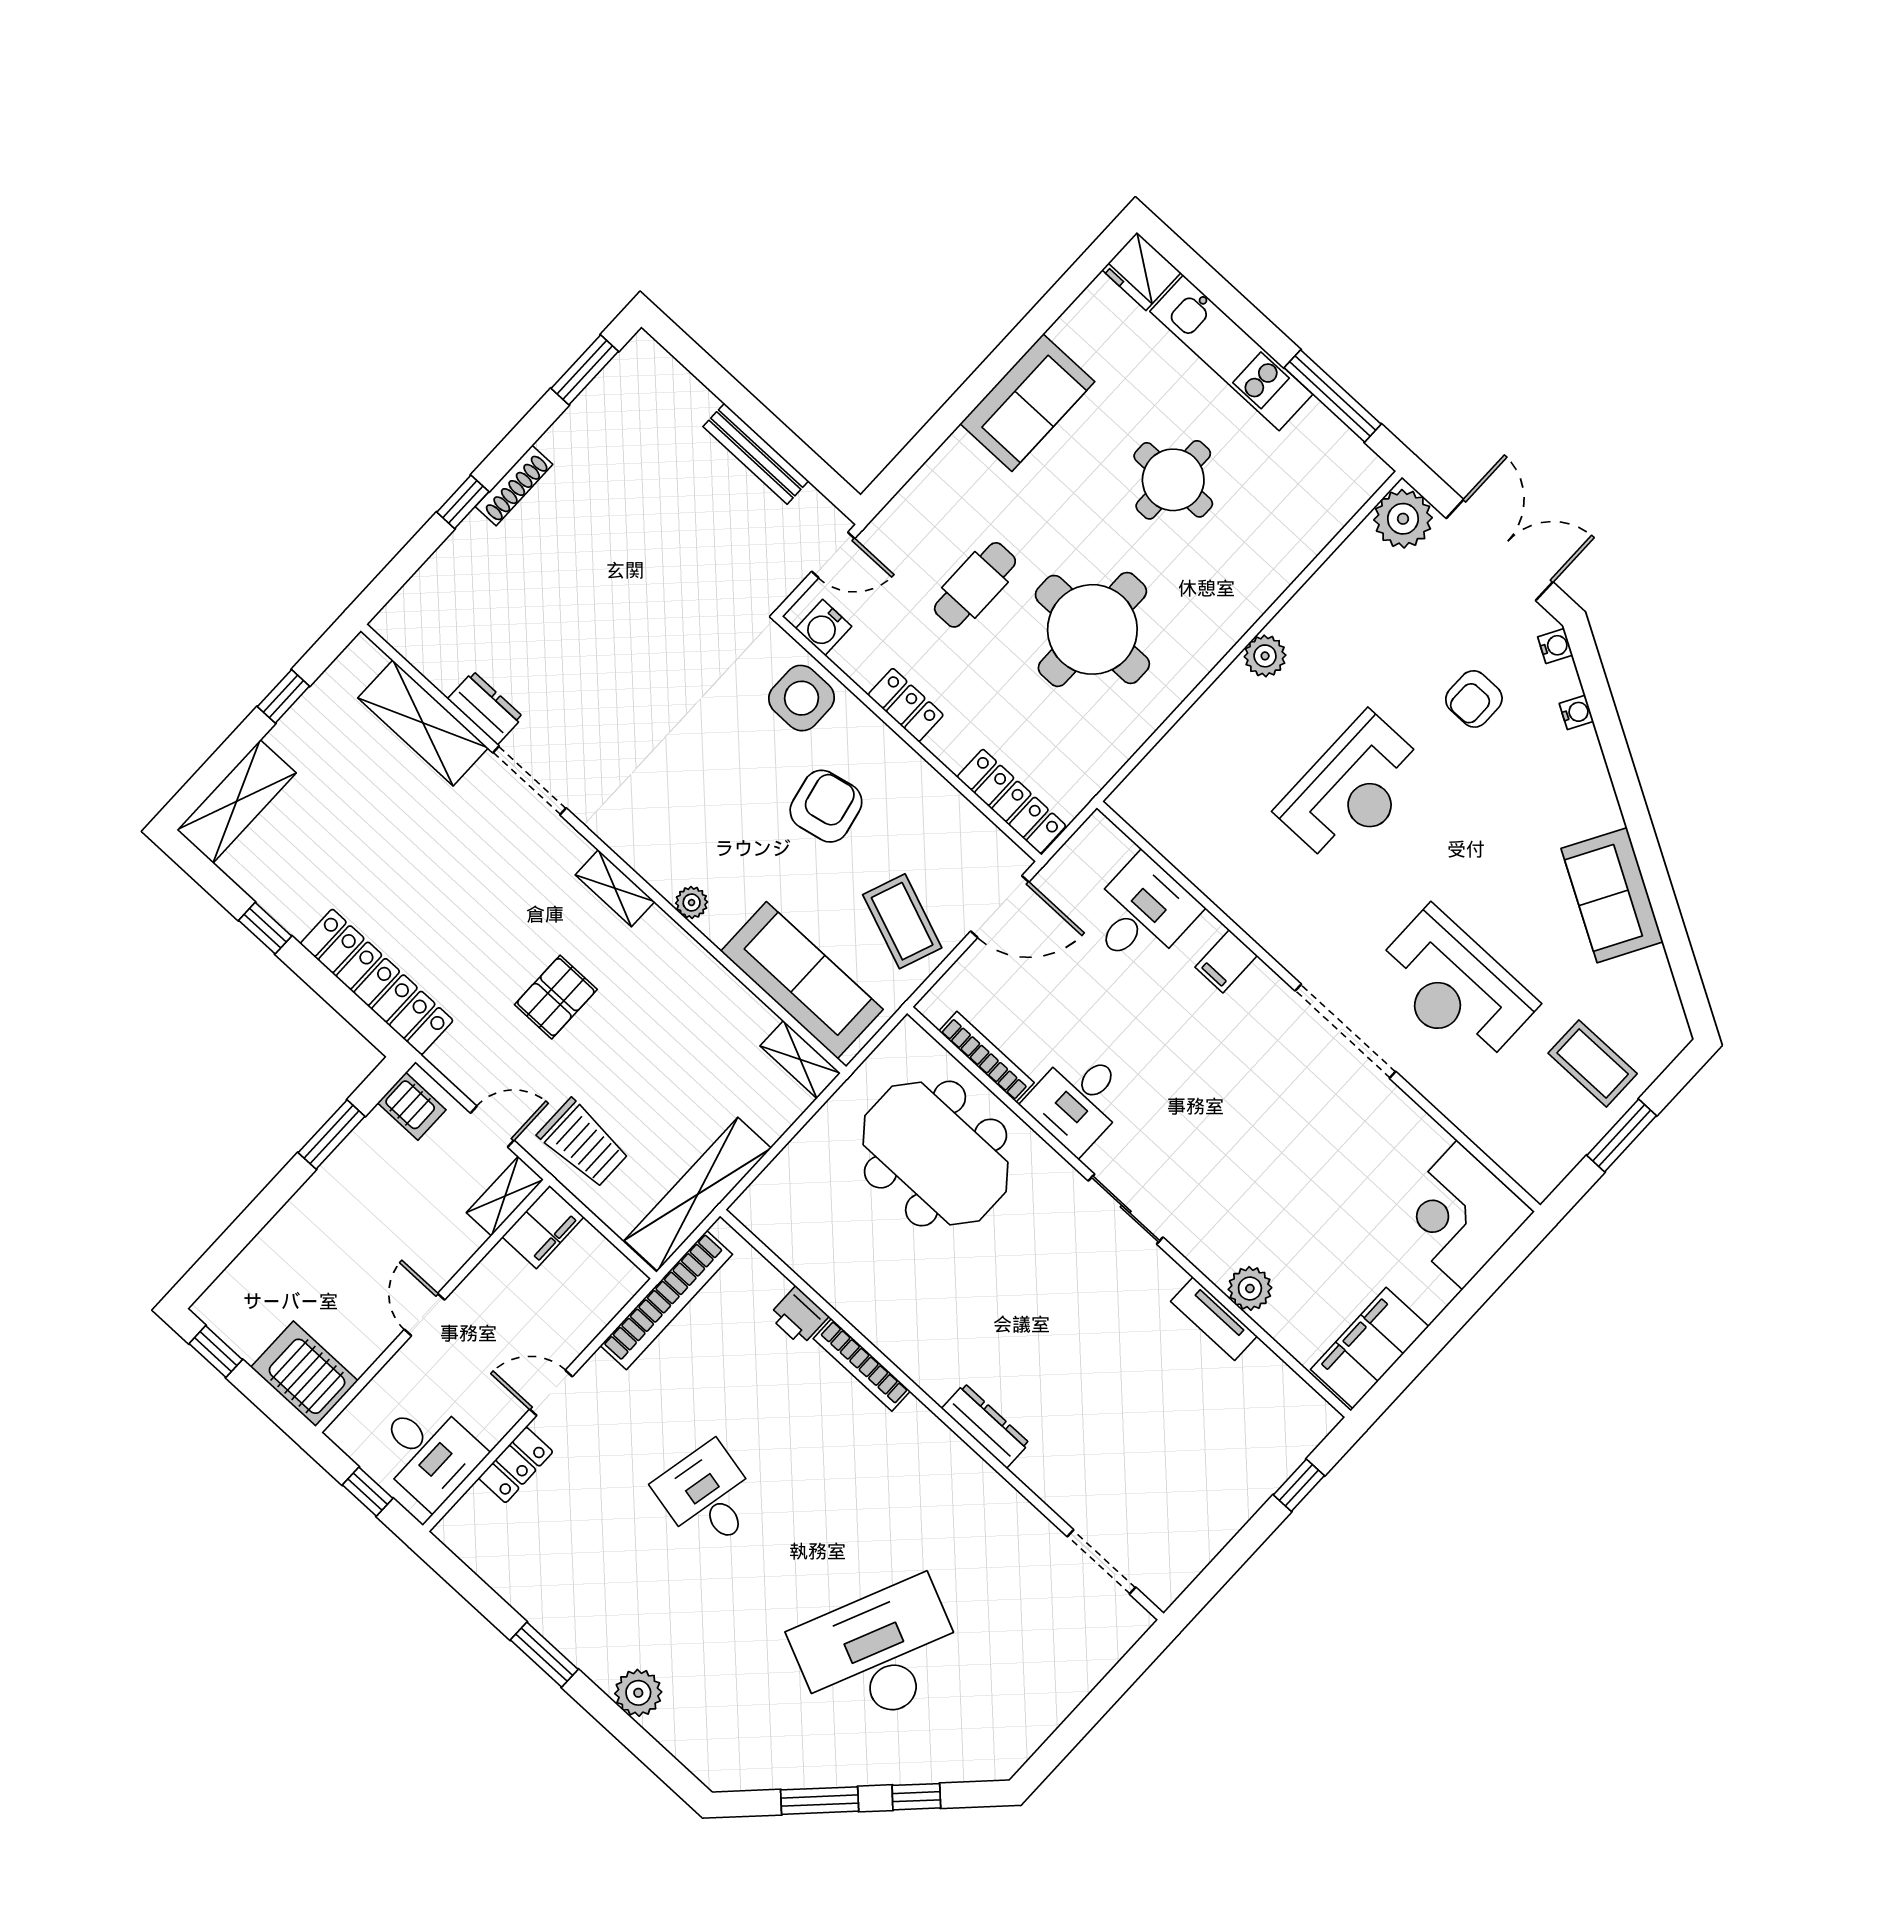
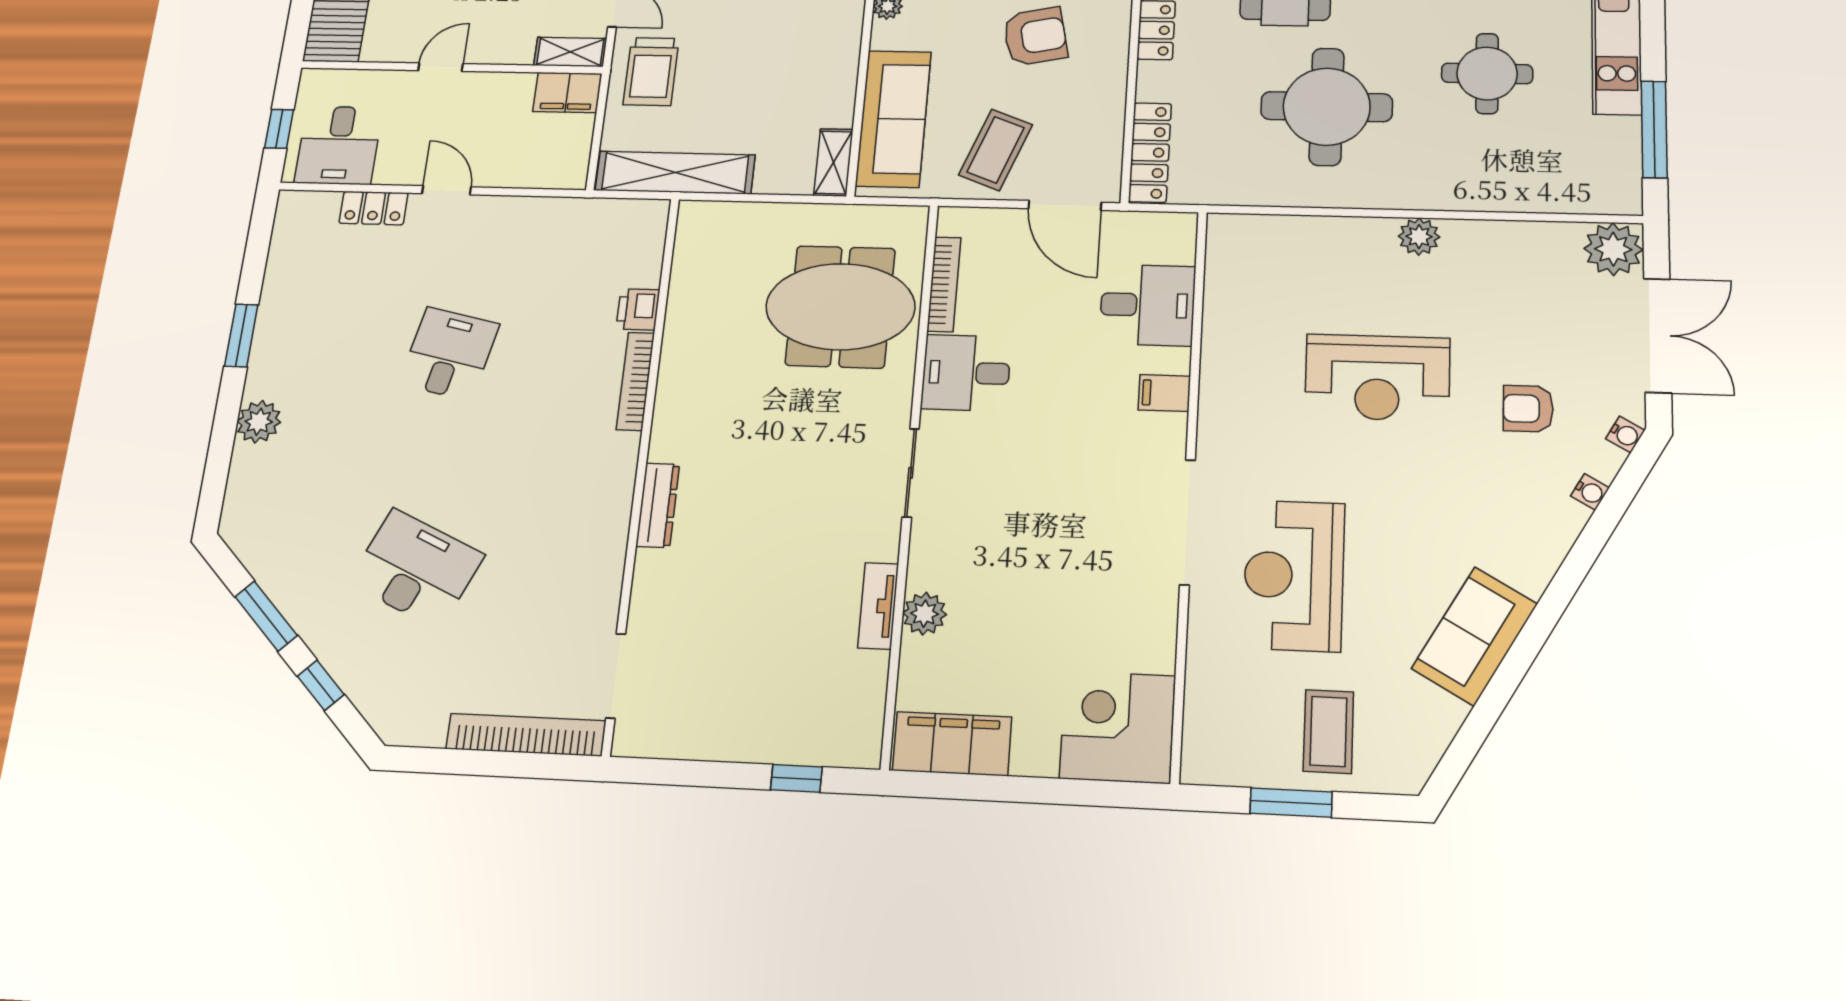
meeting table: (936, 1154) -> (840, 307), turned 90
bookcase: (666, 1300) -> (526, 735), moved, turned 180
desk: (879, 1654) -> (416, 569), width x0.73, depth x0.77

